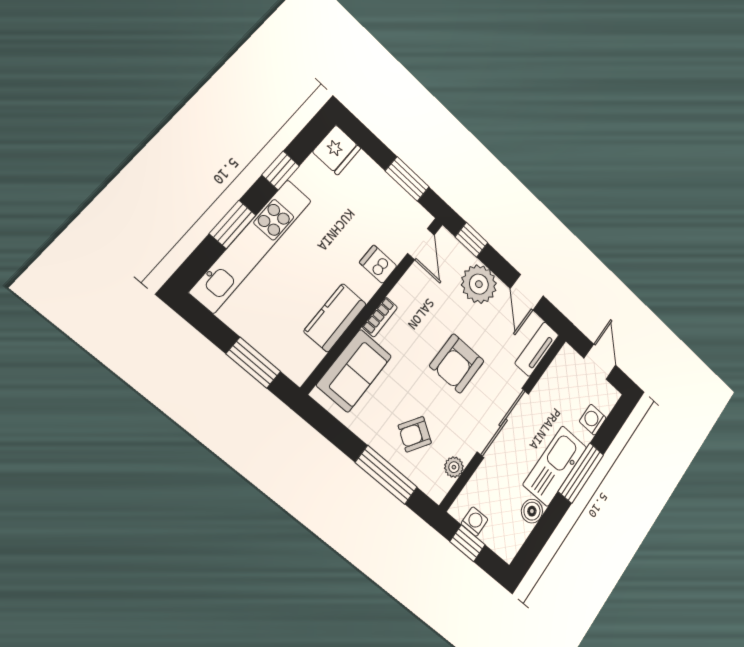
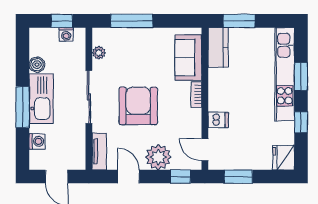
kitchen counter: (335, 318) -> (218, 47), moved
armchair: (457, 363) -> (138, 106), width x1.36, depth x1.36
armchair: (415, 434) -> (133, 52), removed

